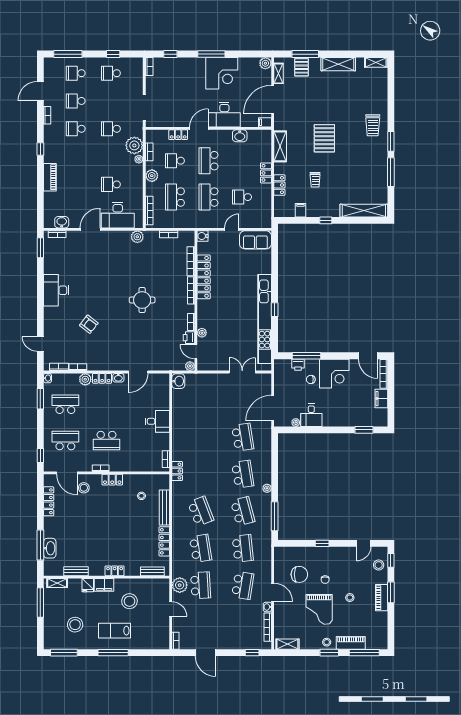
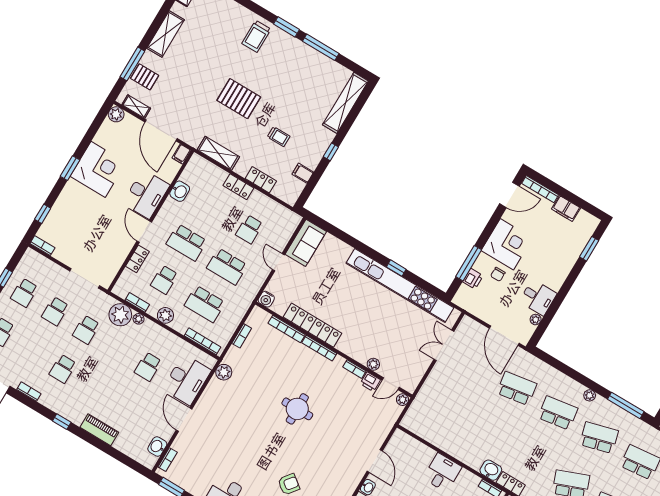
window: (211, 54) -> (70, 168), width x0.69
school desk: (76, 101) -> (55, 311), moved
trolley: (373, 125) -> (256, 36), turned 90
washbasin: (178, 381) -> (491, 470), moved

